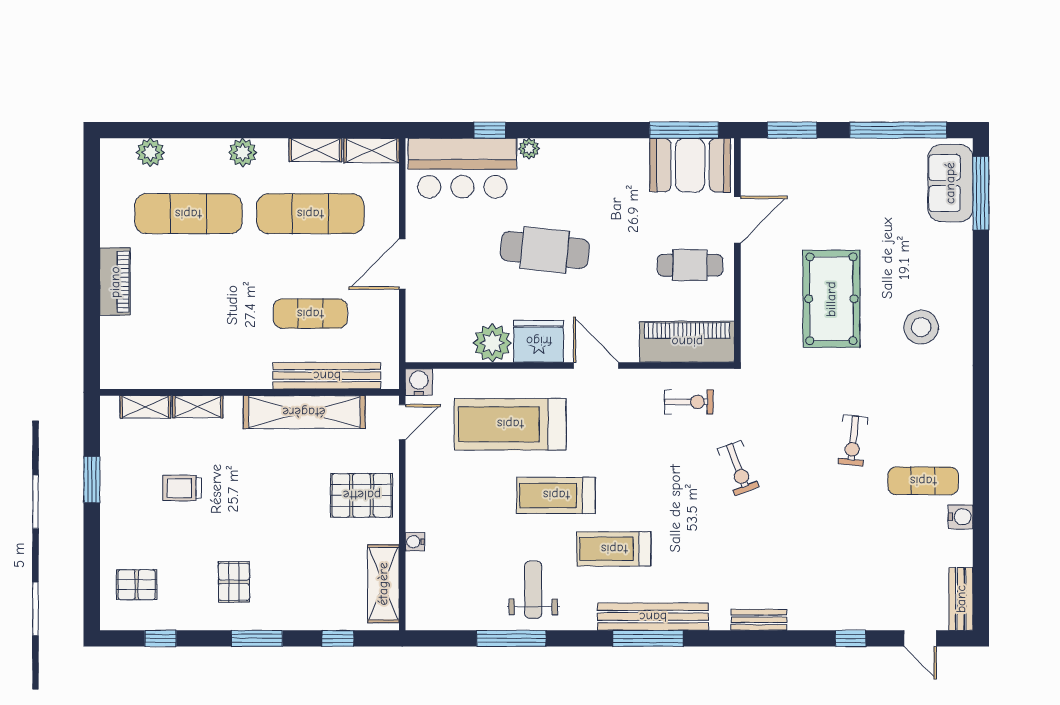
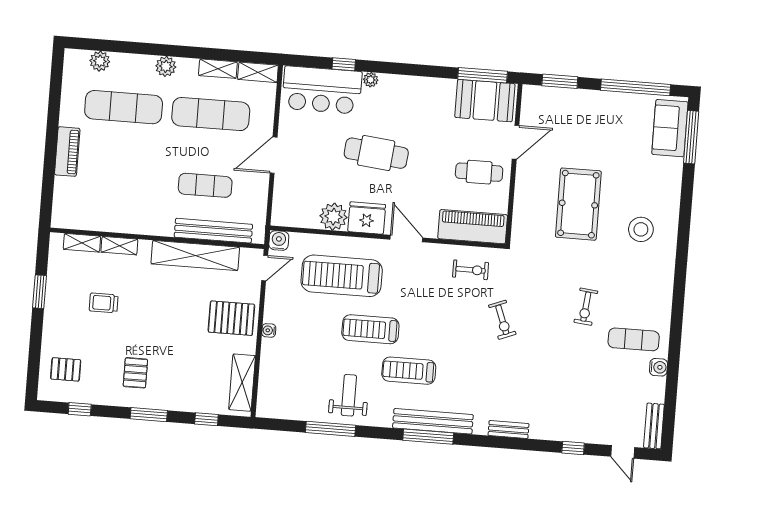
water cooler: (415, 542) -> (269, 330), moved

